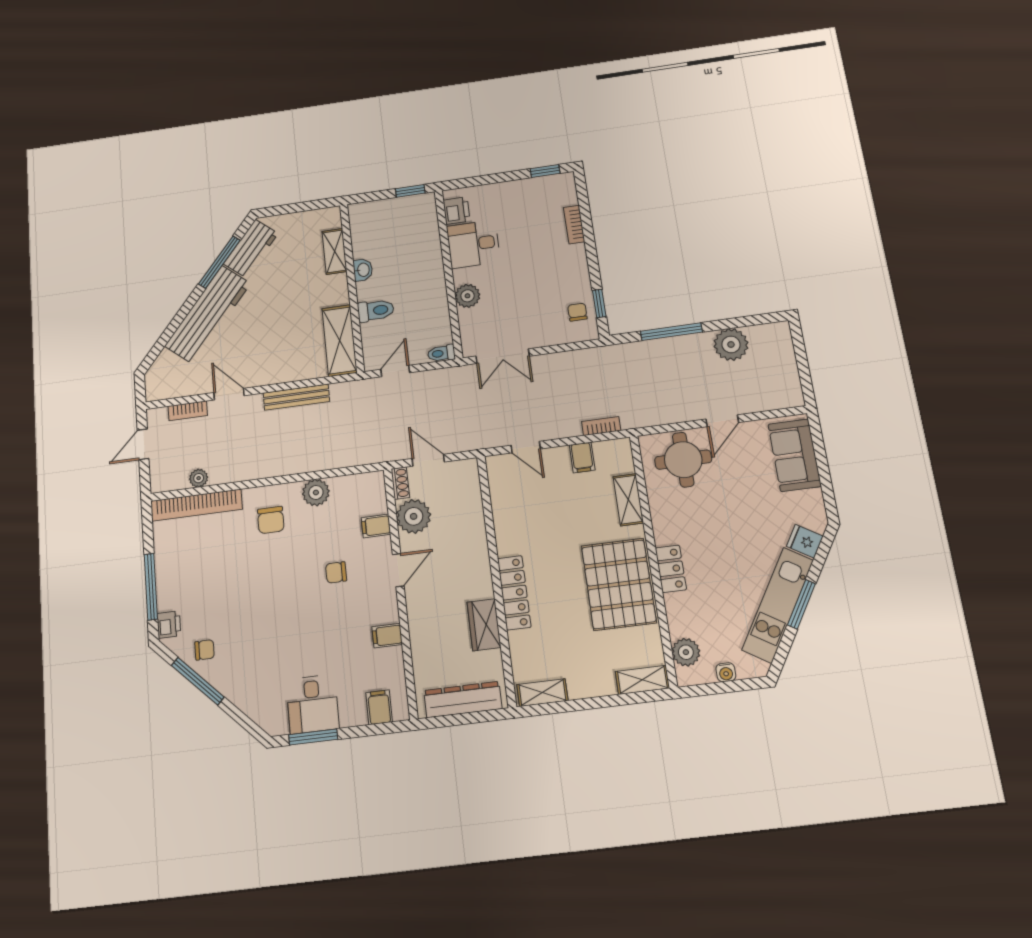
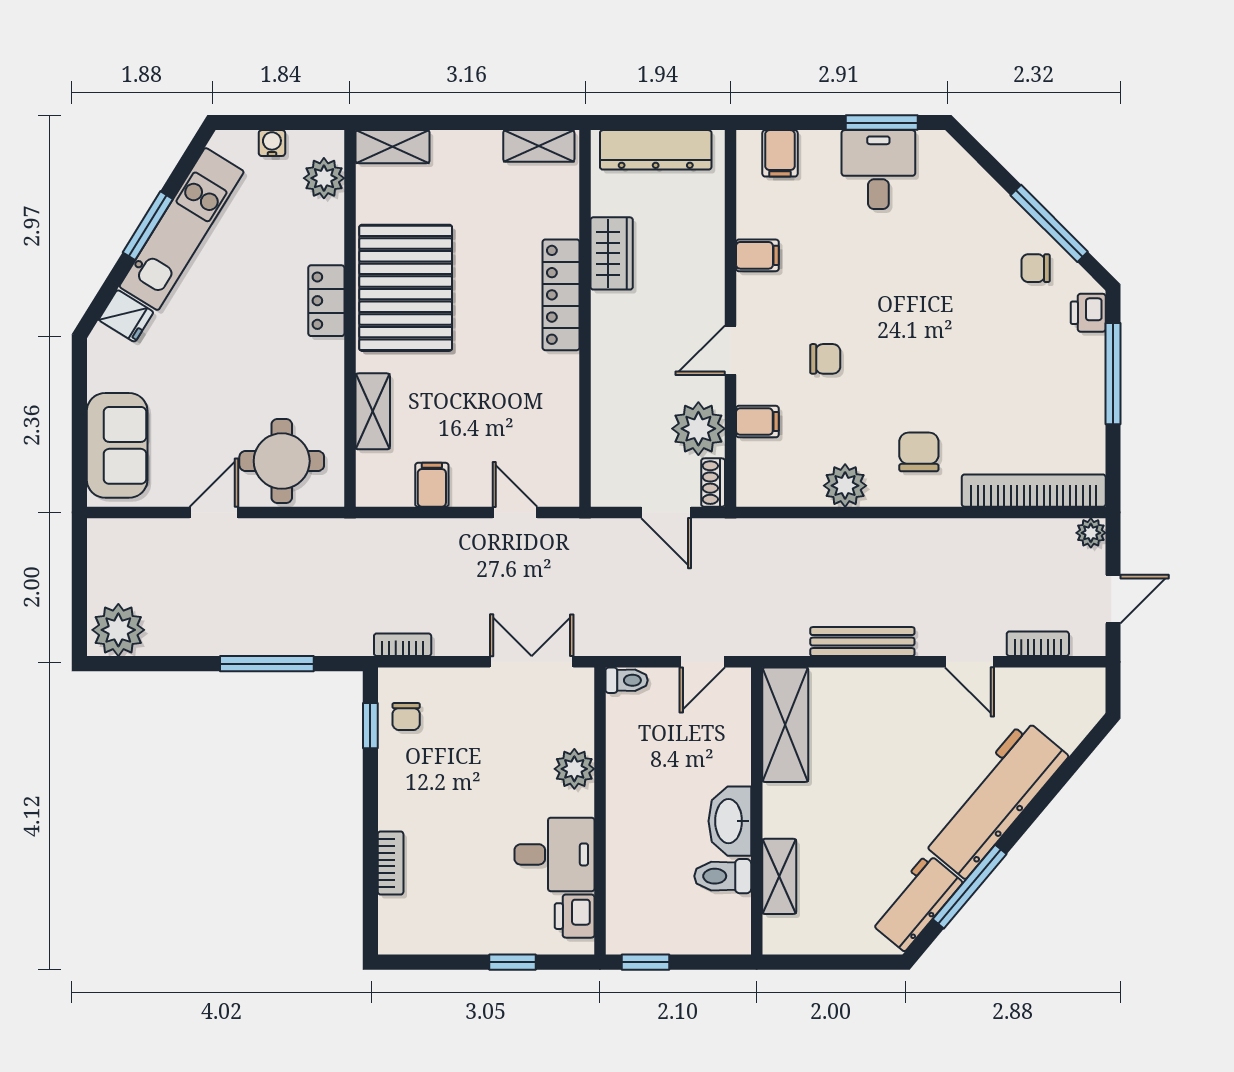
window: (545, 171) -> (512, 962), moved
washbasin: (363, 270) -> (730, 821), width x1.91, depth x1.45
toilet: (376, 311) -> (723, 876), moved
plant: (731, 344) -> (118, 630), moved
bookcase: (601, 426) -> (403, 645), moved, turned 180
plant: (199, 478) -> (1091, 533), moved

